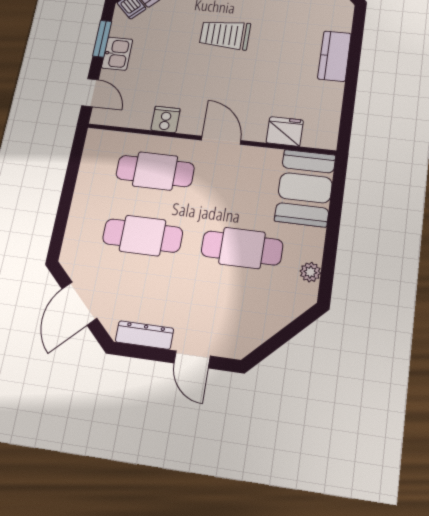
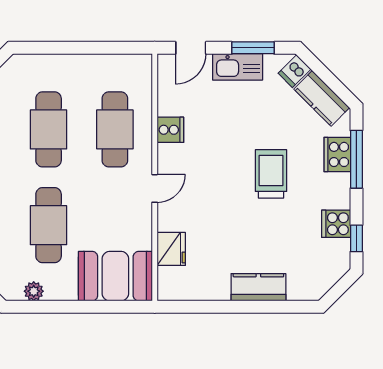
kitchen sink: (117, 54) -> (238, 67), width x1.38
door: (221, 140) -> (155, 188), width x0.73

